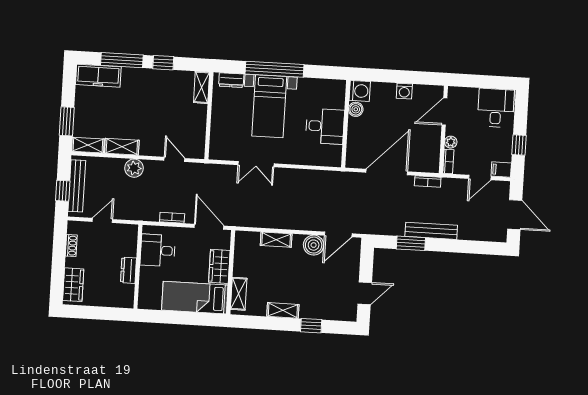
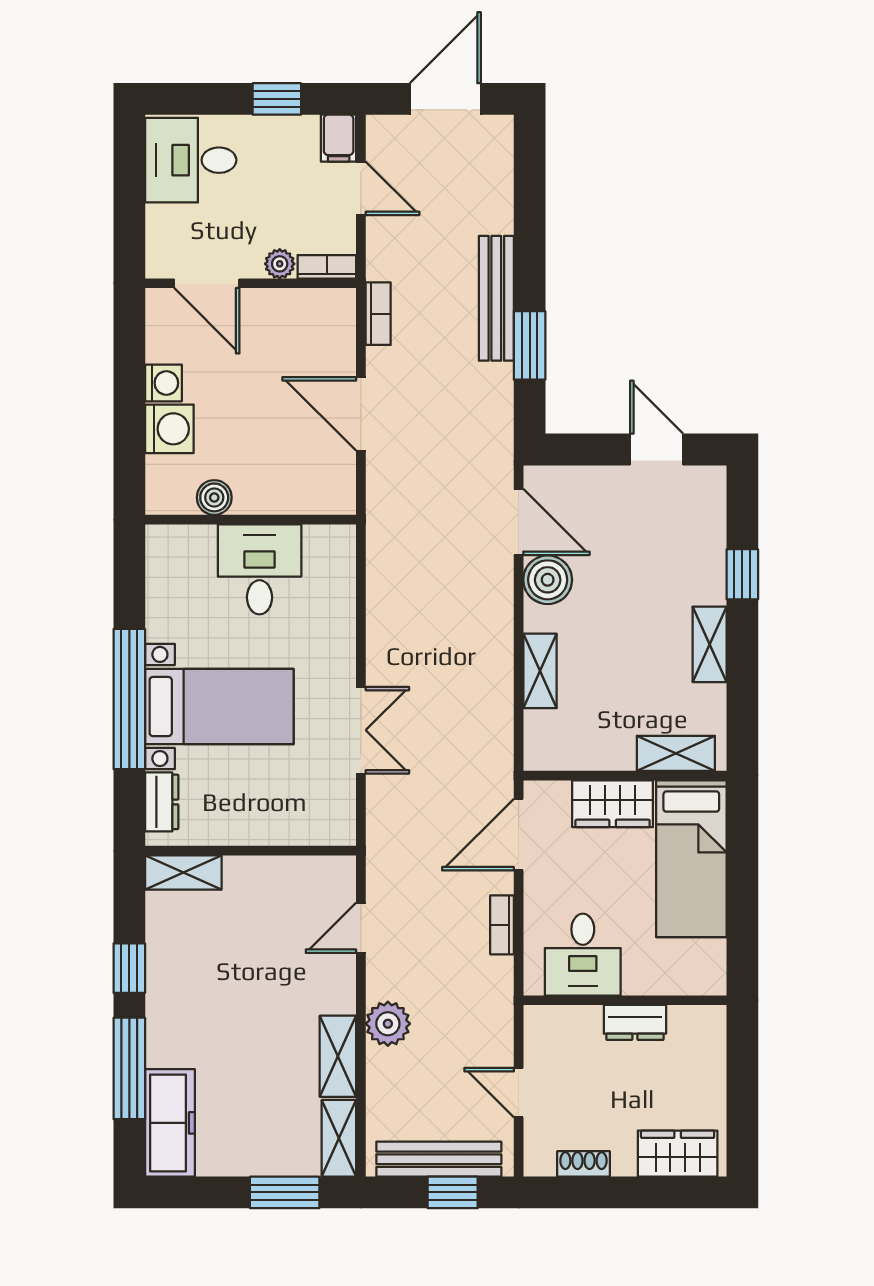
washing machine: (360, 91) -> (169, 429), moved, turned 90
door: (387, 172) -> (361, 414), width x0.73

